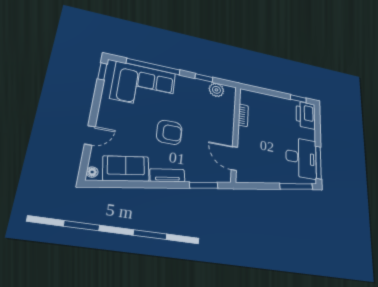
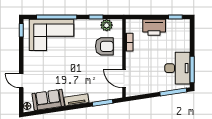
printer: (306, 115) -> (154, 27), moved, turned -90
armchair: (169, 132) -> (104, 46), moved
door: (90, 135) -> (21, 81), swing flipped

